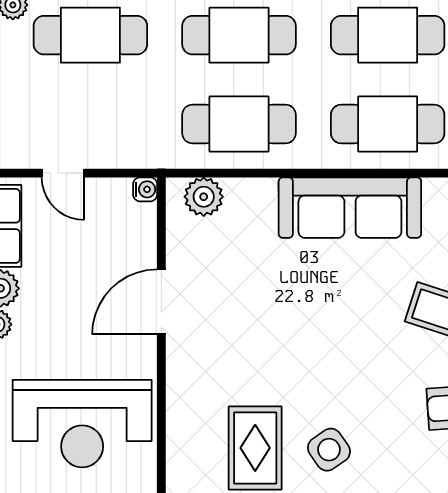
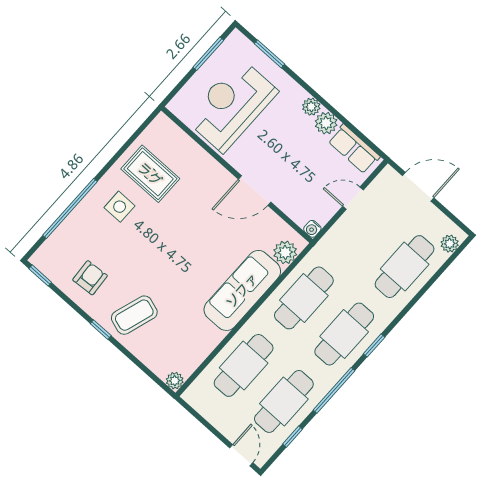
sofa: (350, 208) -> (242, 290), moved
door: (161, 302) -> (255, 191), swing flipped
side table: (329, 450) -> (120, 207), turned 35

